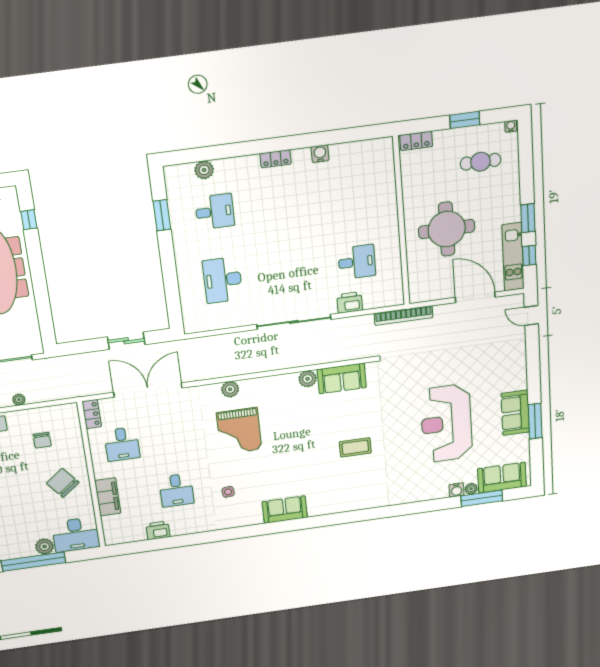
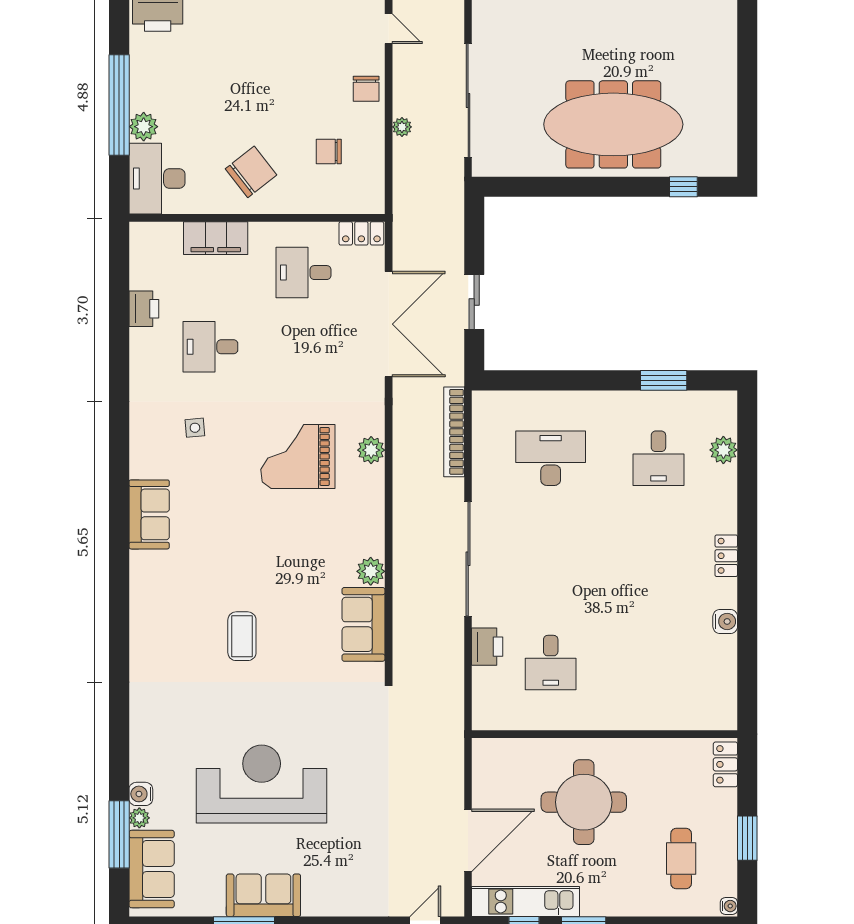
bookcase: (404, 316) -> (454, 432), moved

